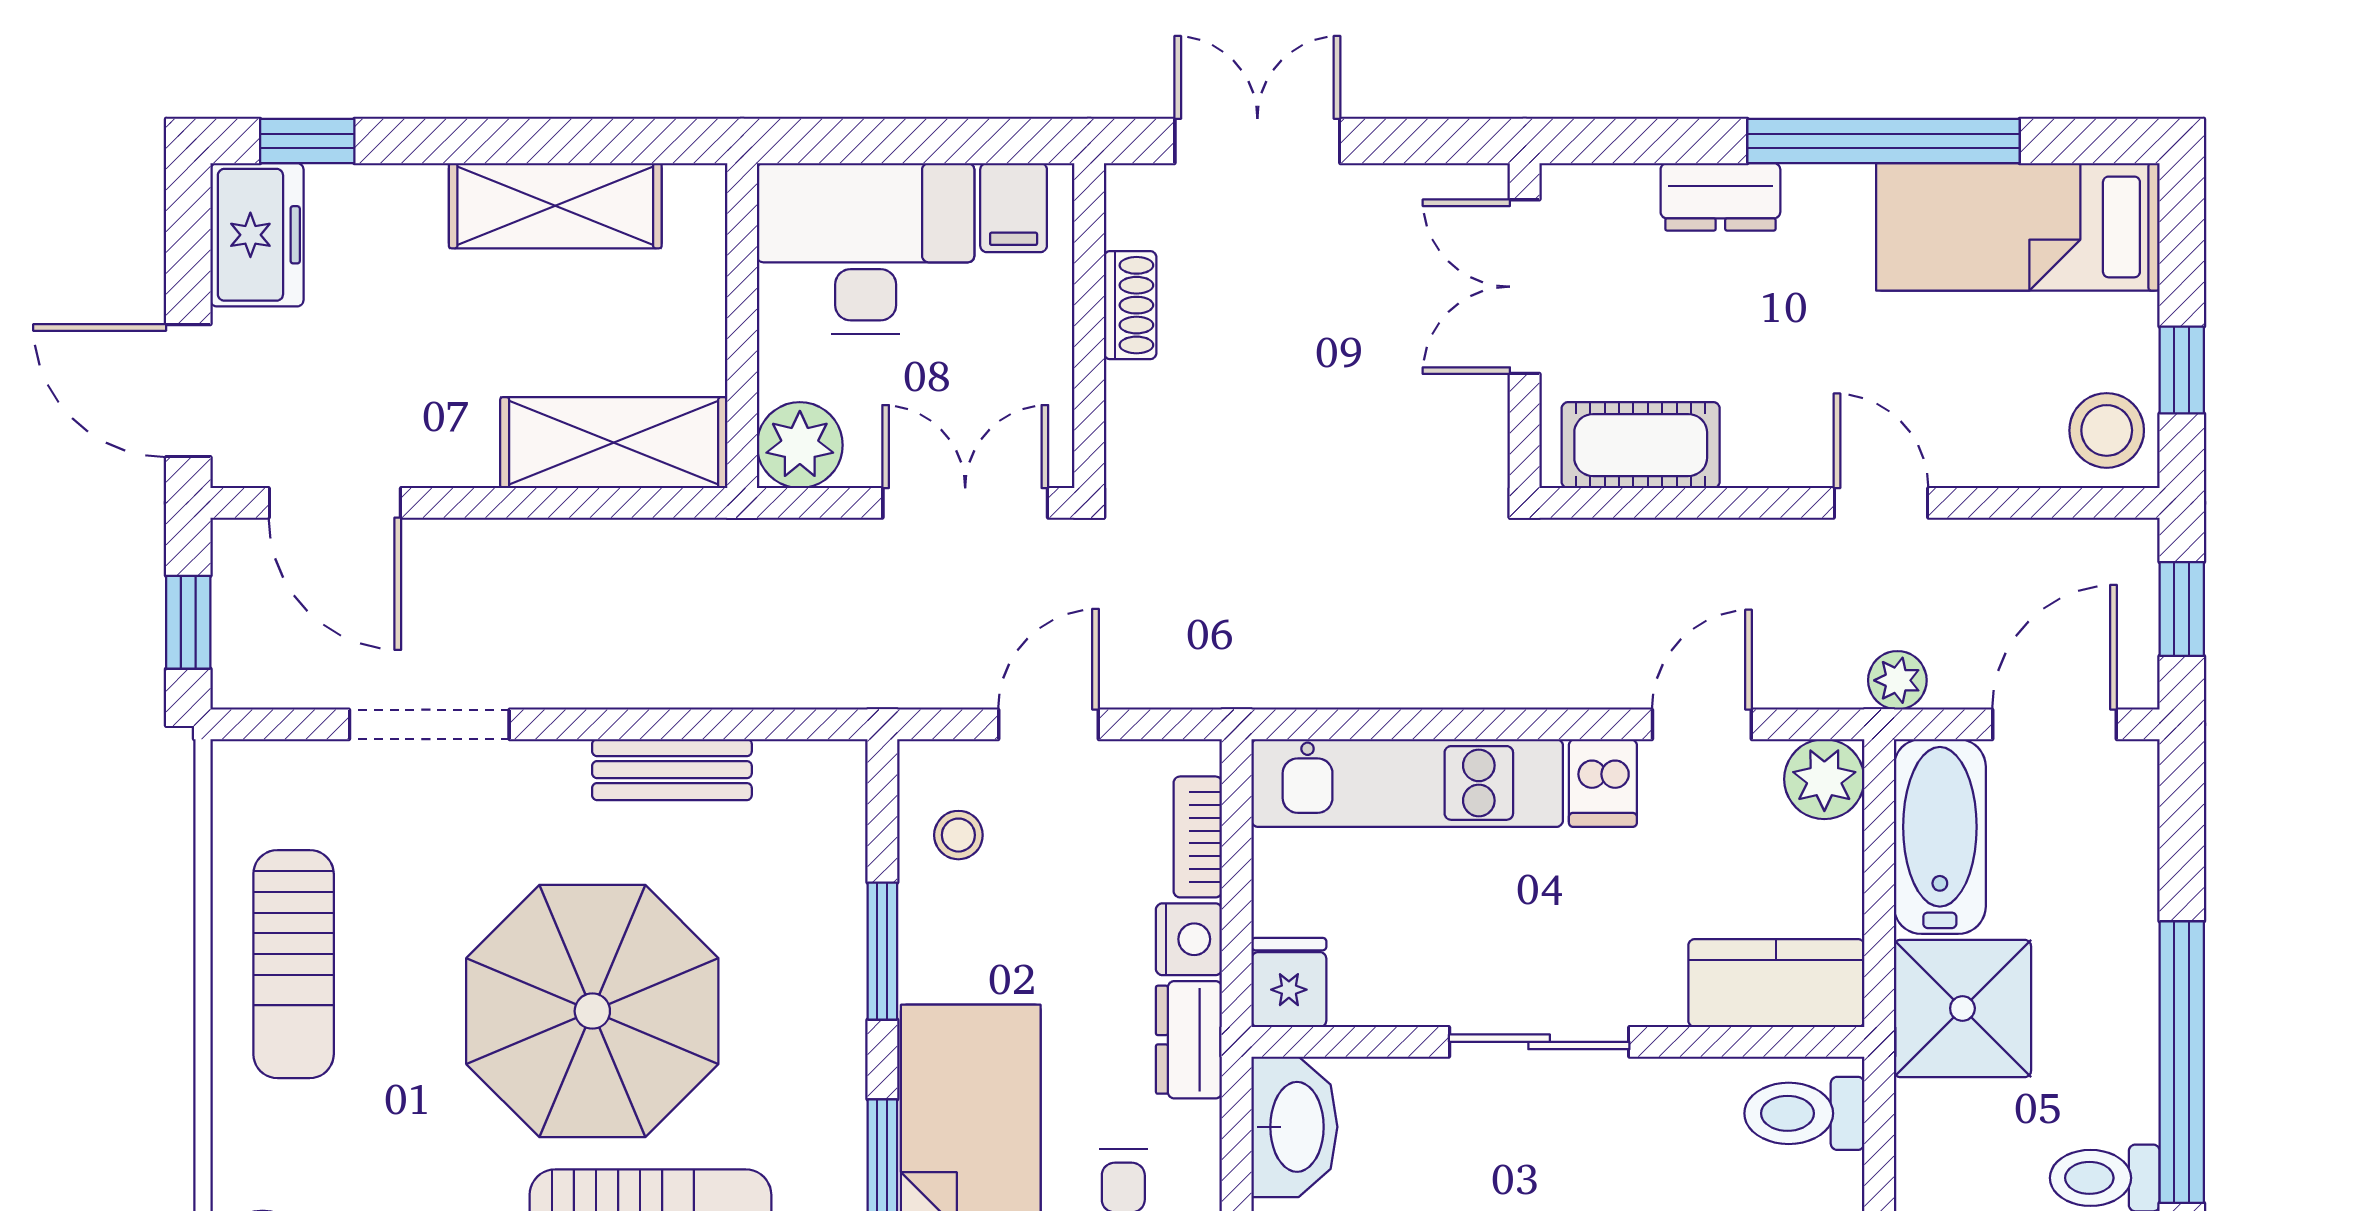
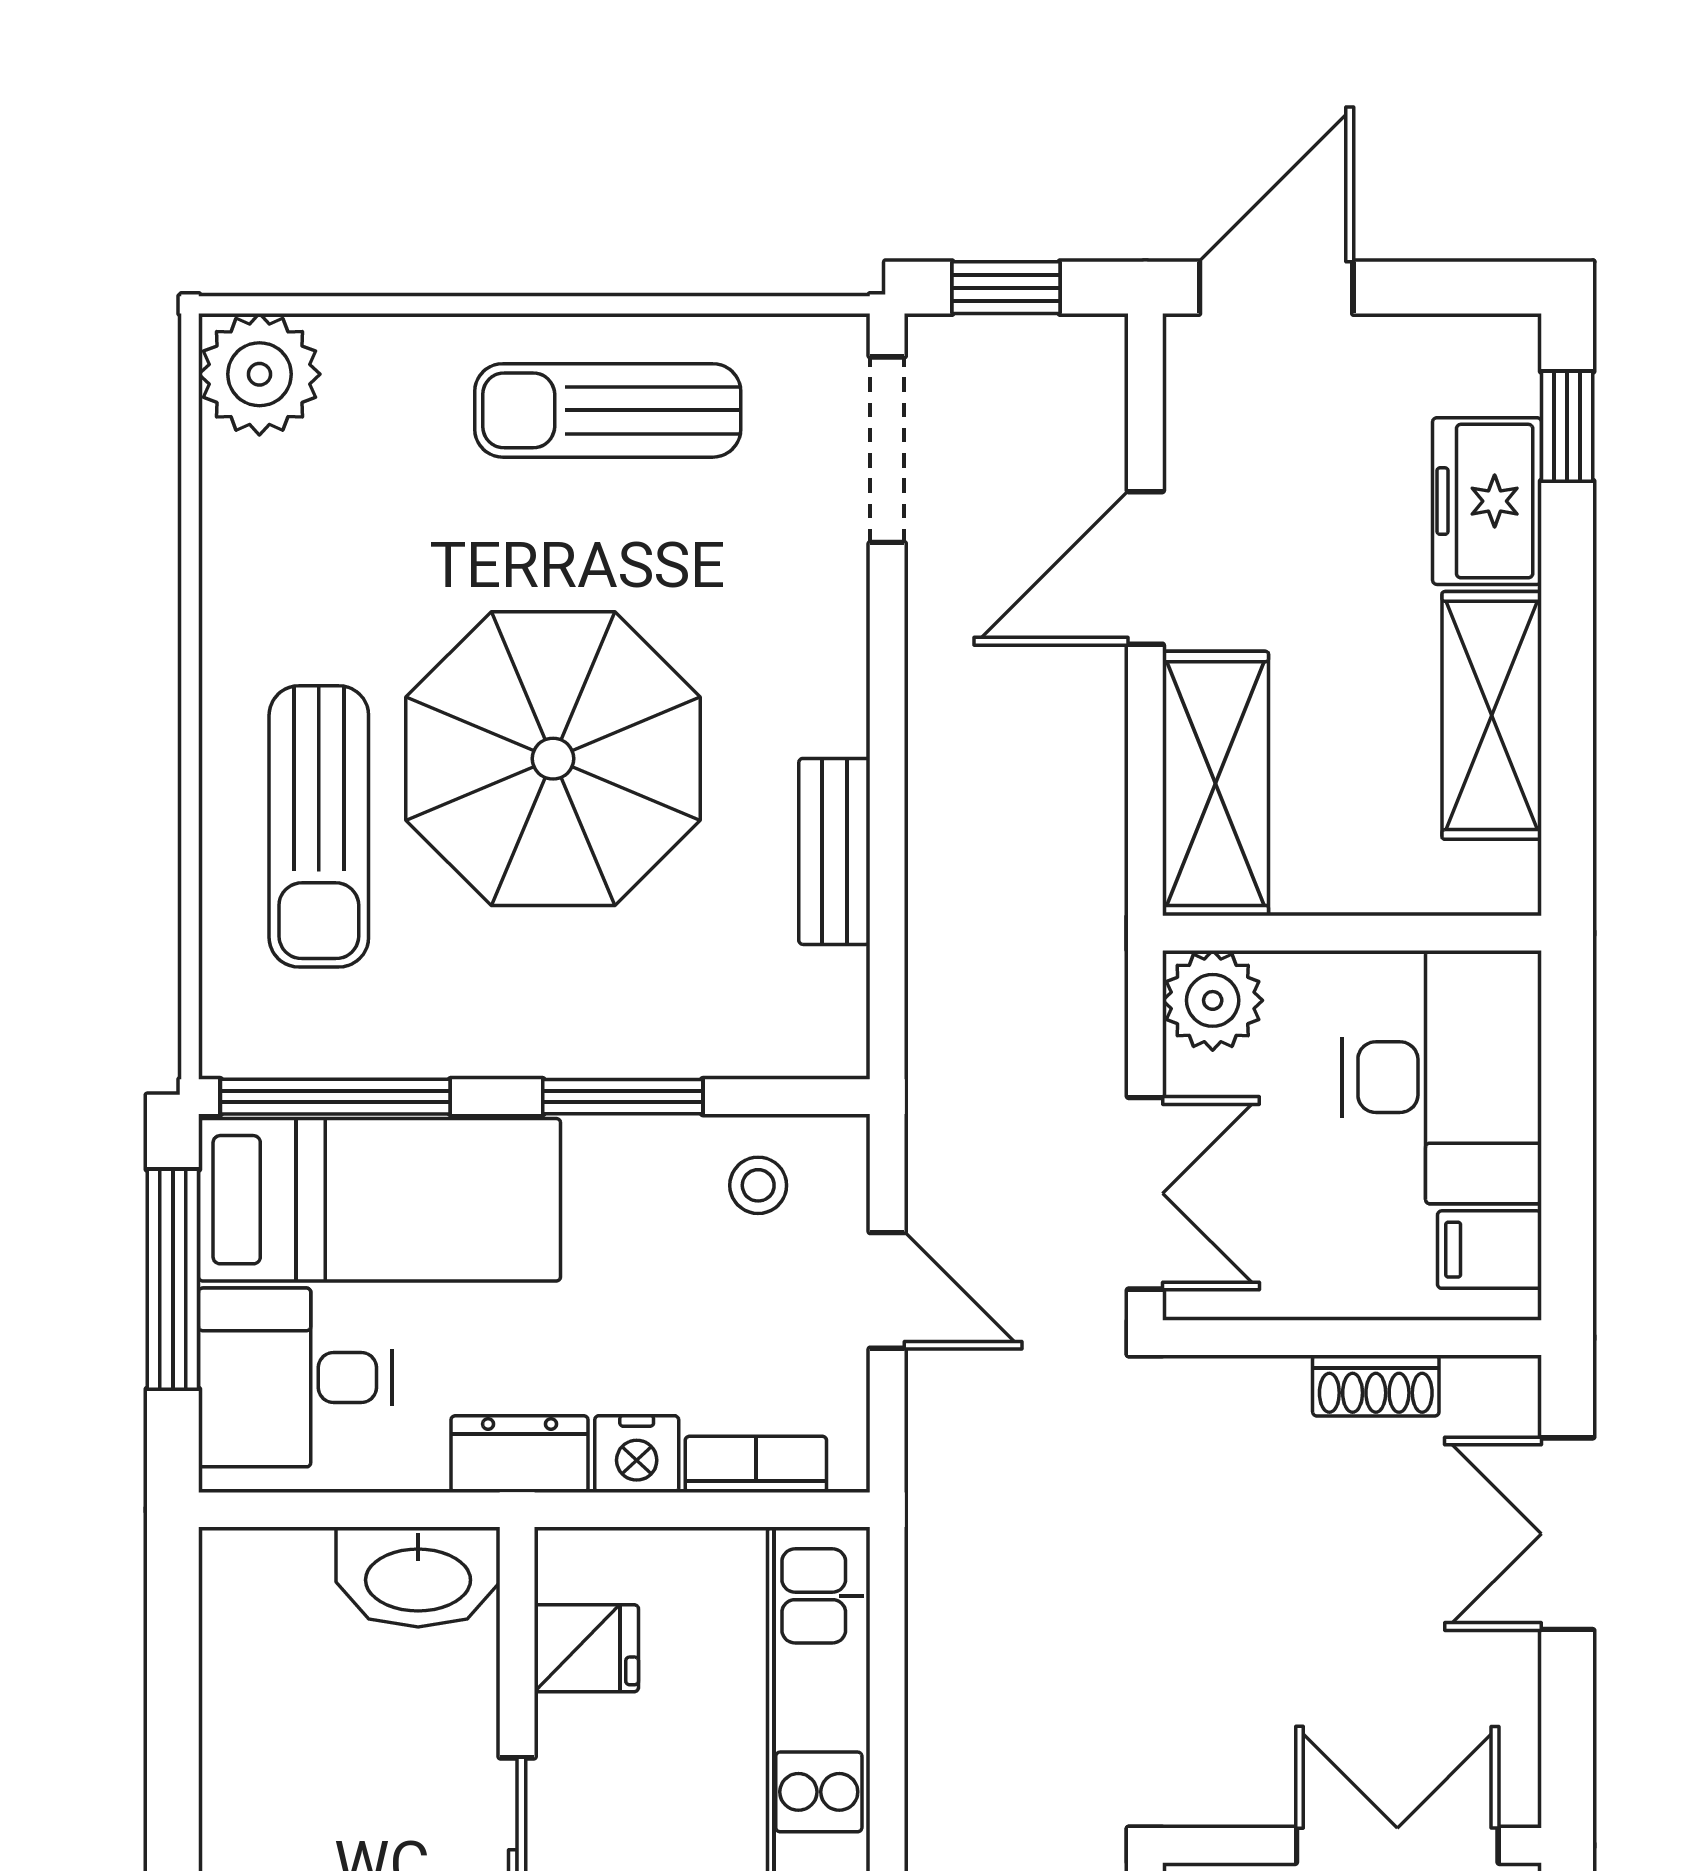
double door: (1257, 141) -> (1567, 1534), swing flipped
freezer: (257, 235) -> (1487, 501), moved, turned 90
door: (335, 503) -> (1145, 568), moved
doorway: (429, 724) -> (887, 450), moved
fridge: (1289, 982) -> (586, 1648), moved

